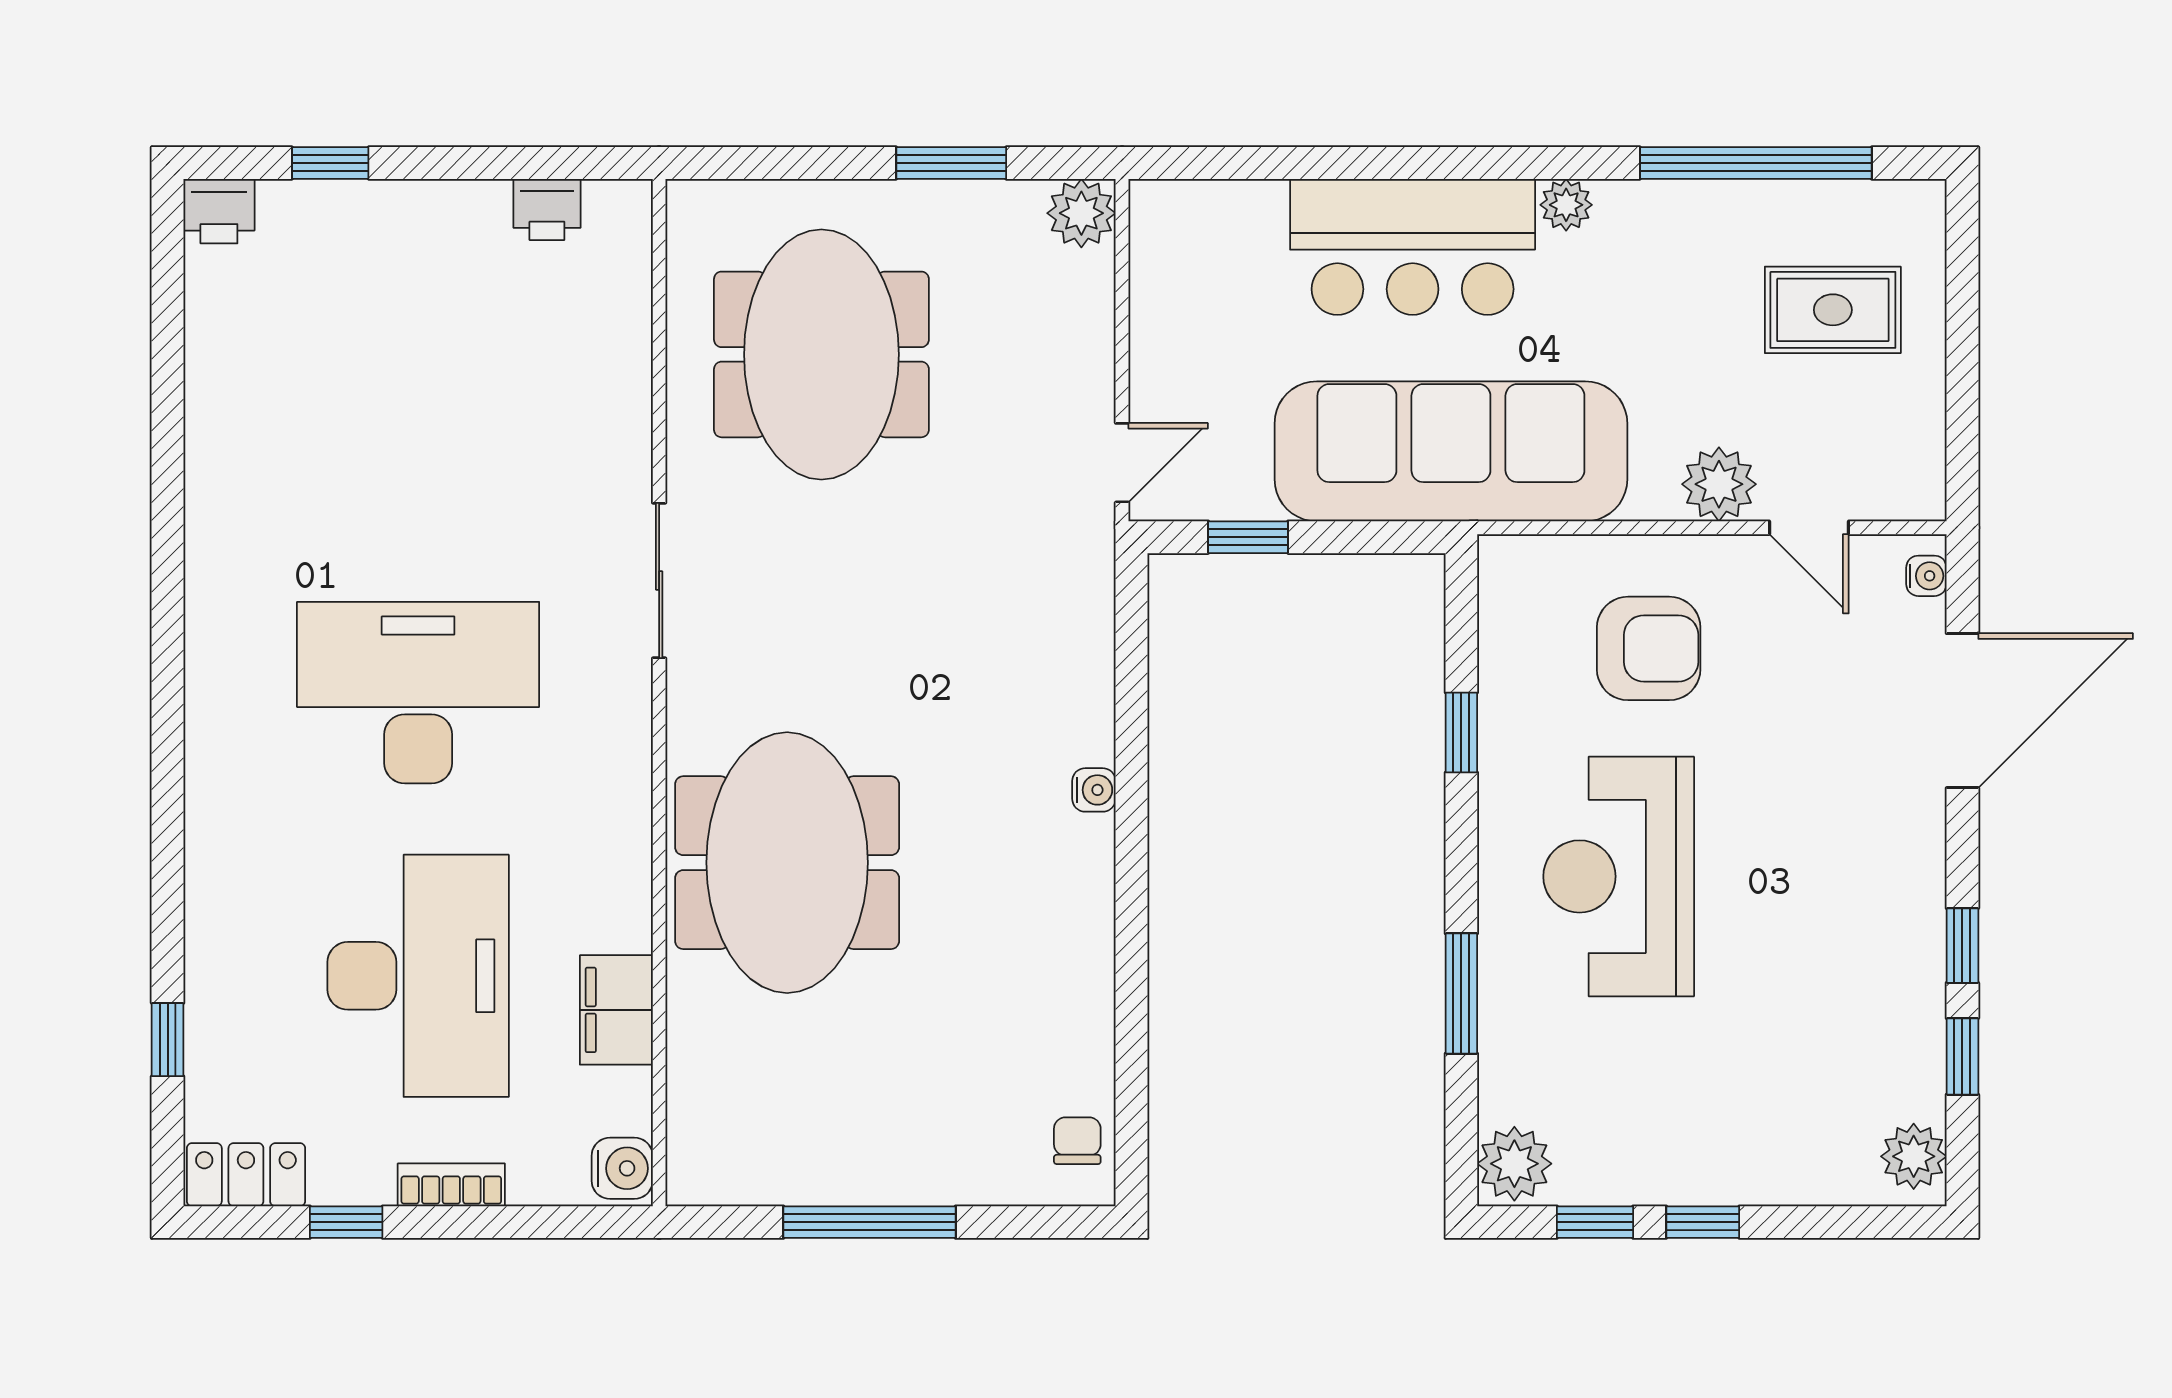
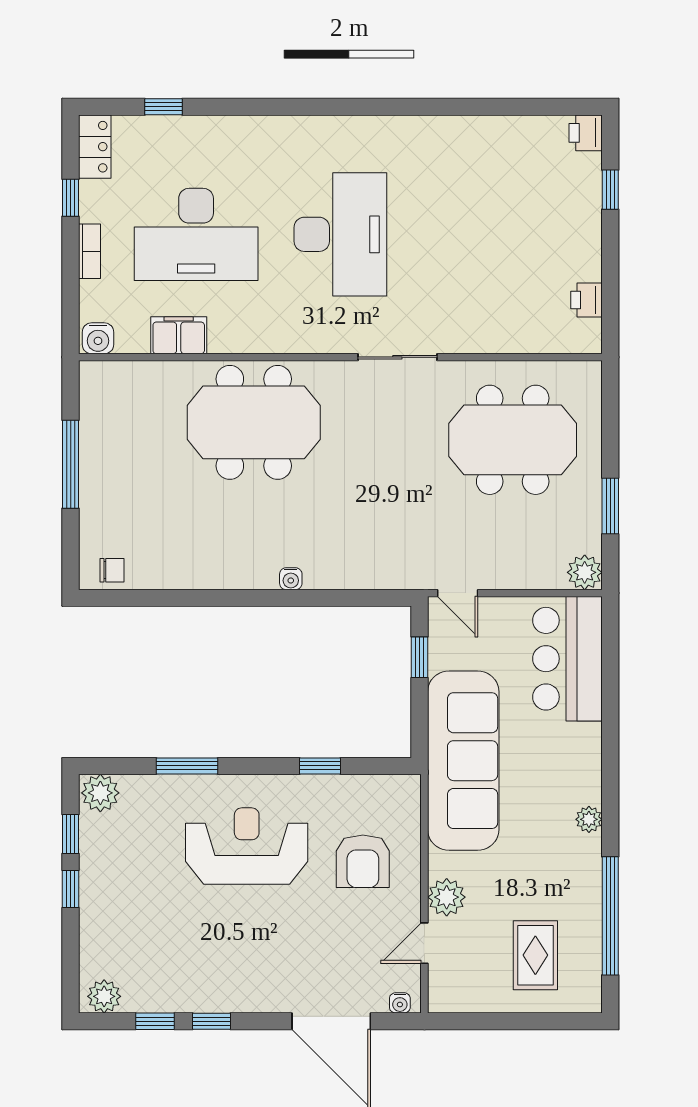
bar counter: (1413, 247) -> (567, 659), moved

